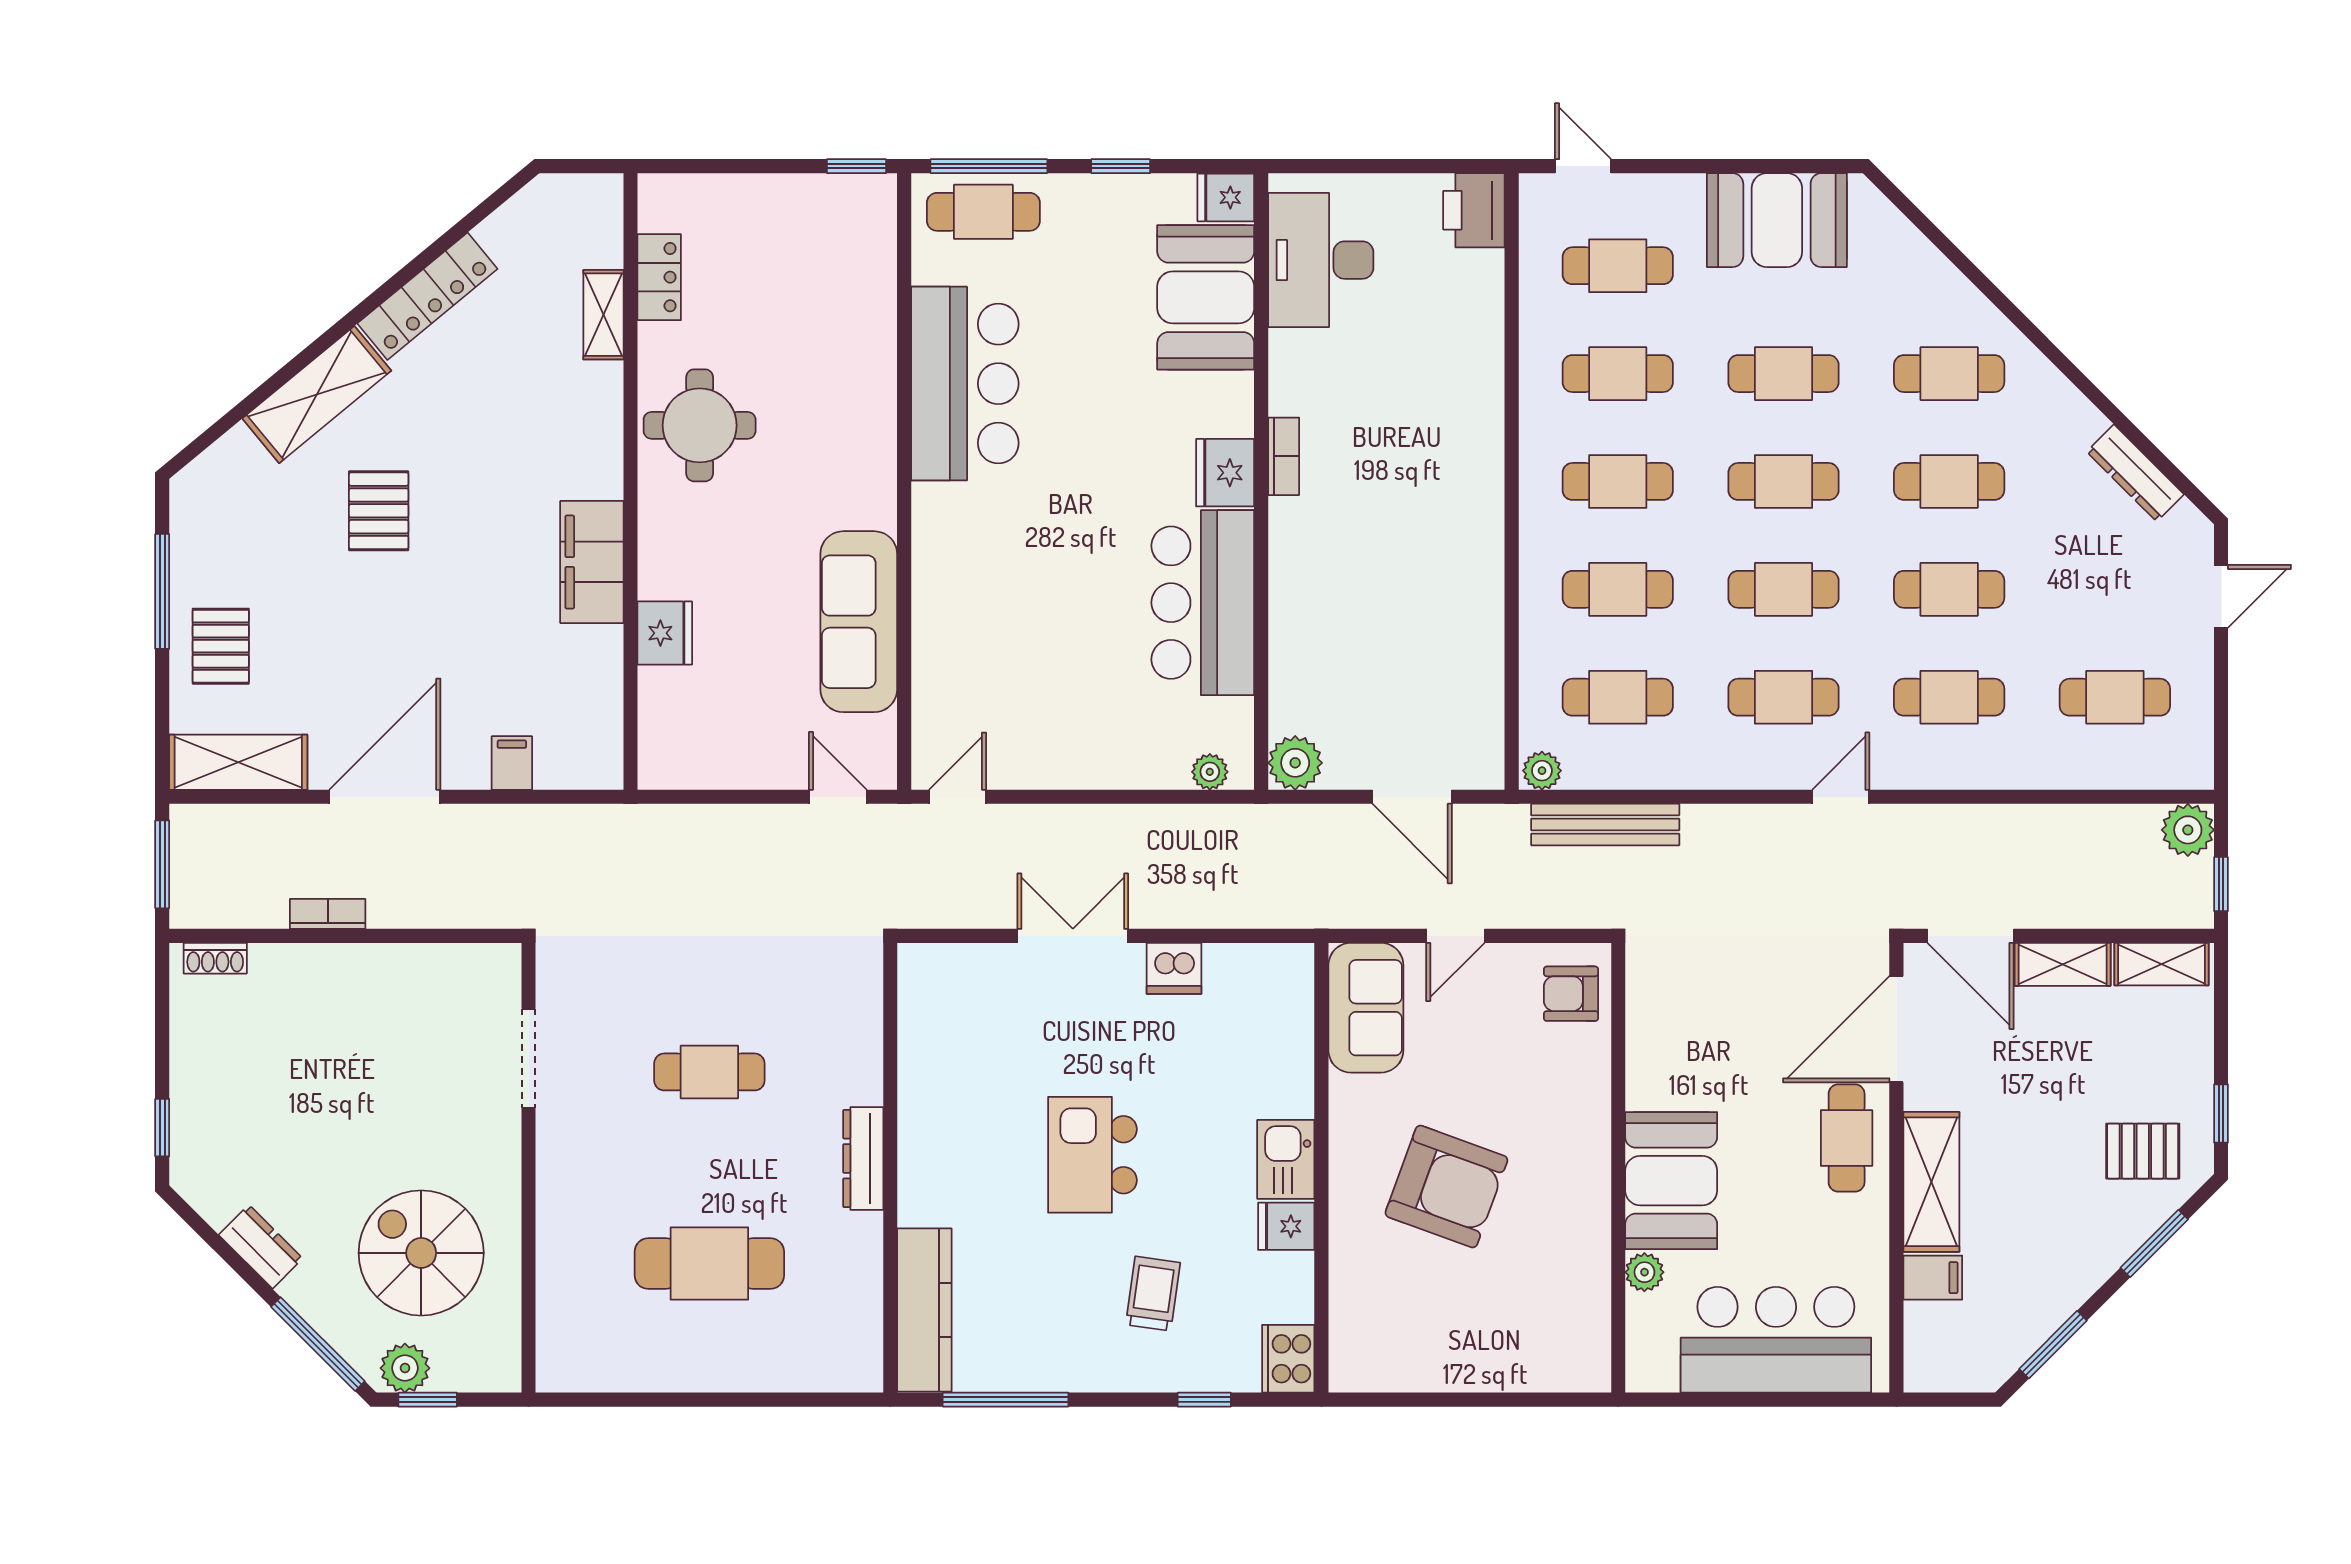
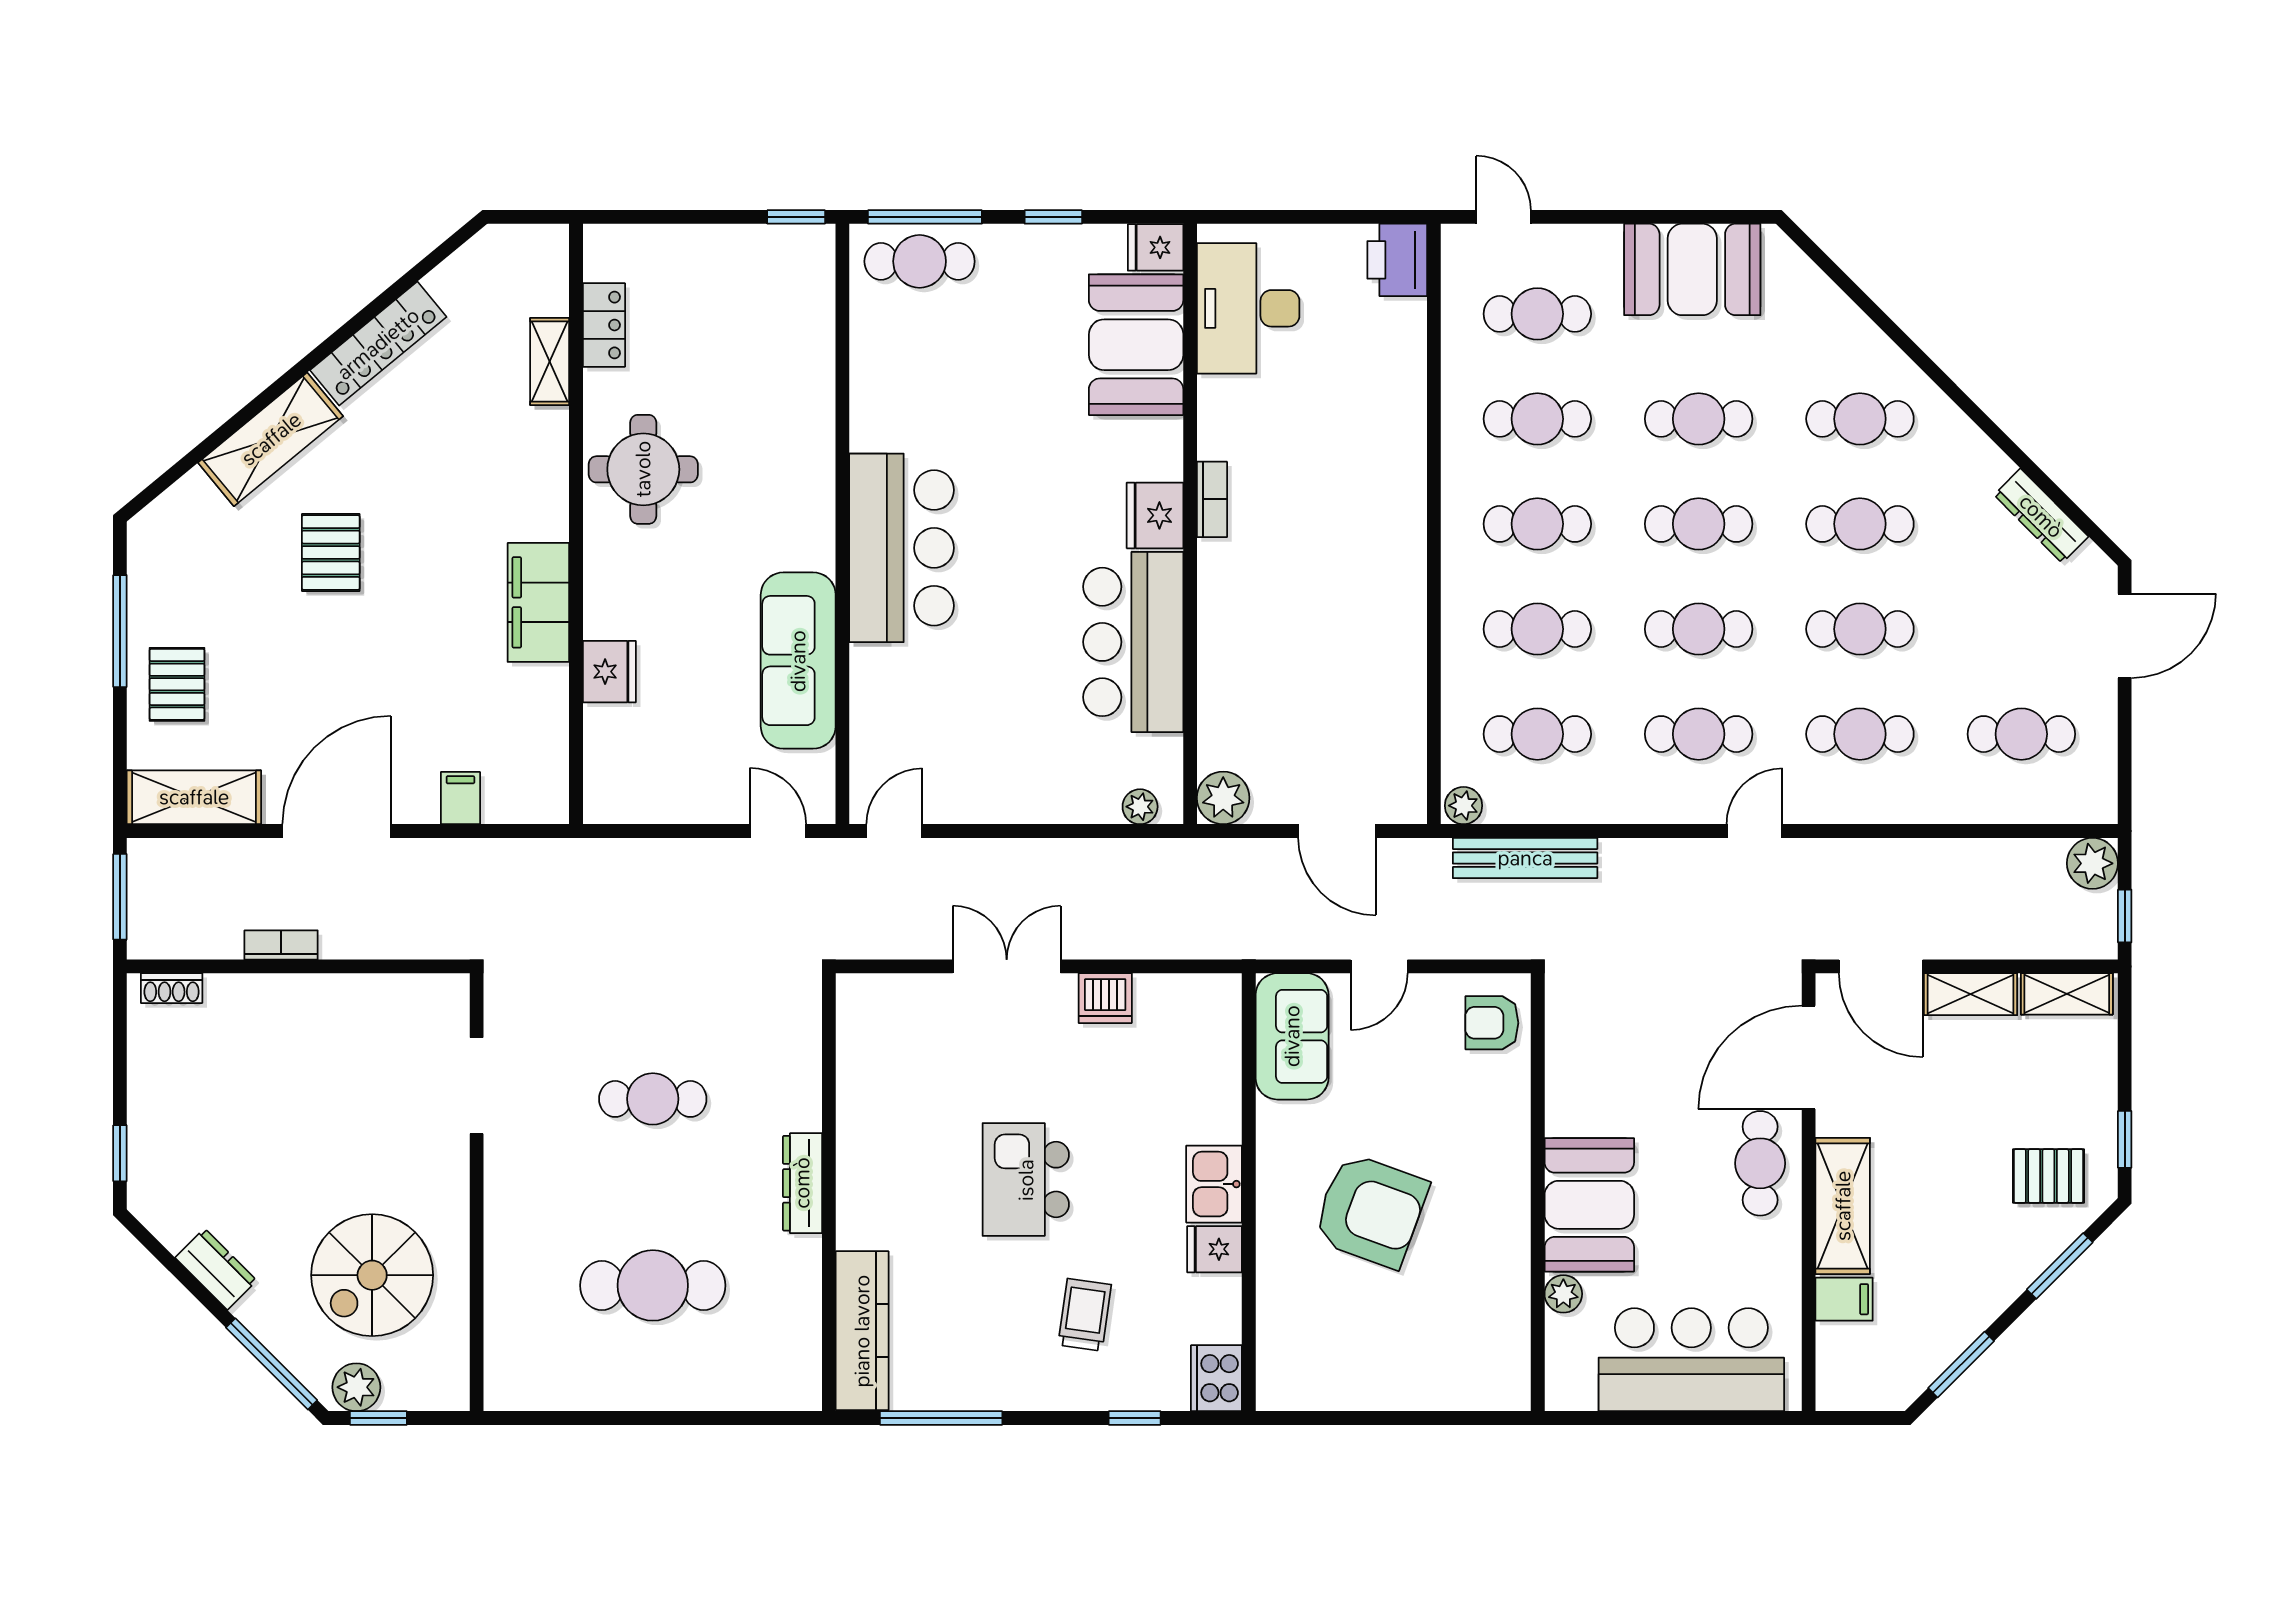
bar counter: (965, 384) -> (902, 548), moved
door: (2221, 596) -> (2125, 636), width x1.37
spiral stairs: (421, 1253) -> (372, 1275), turned -90

